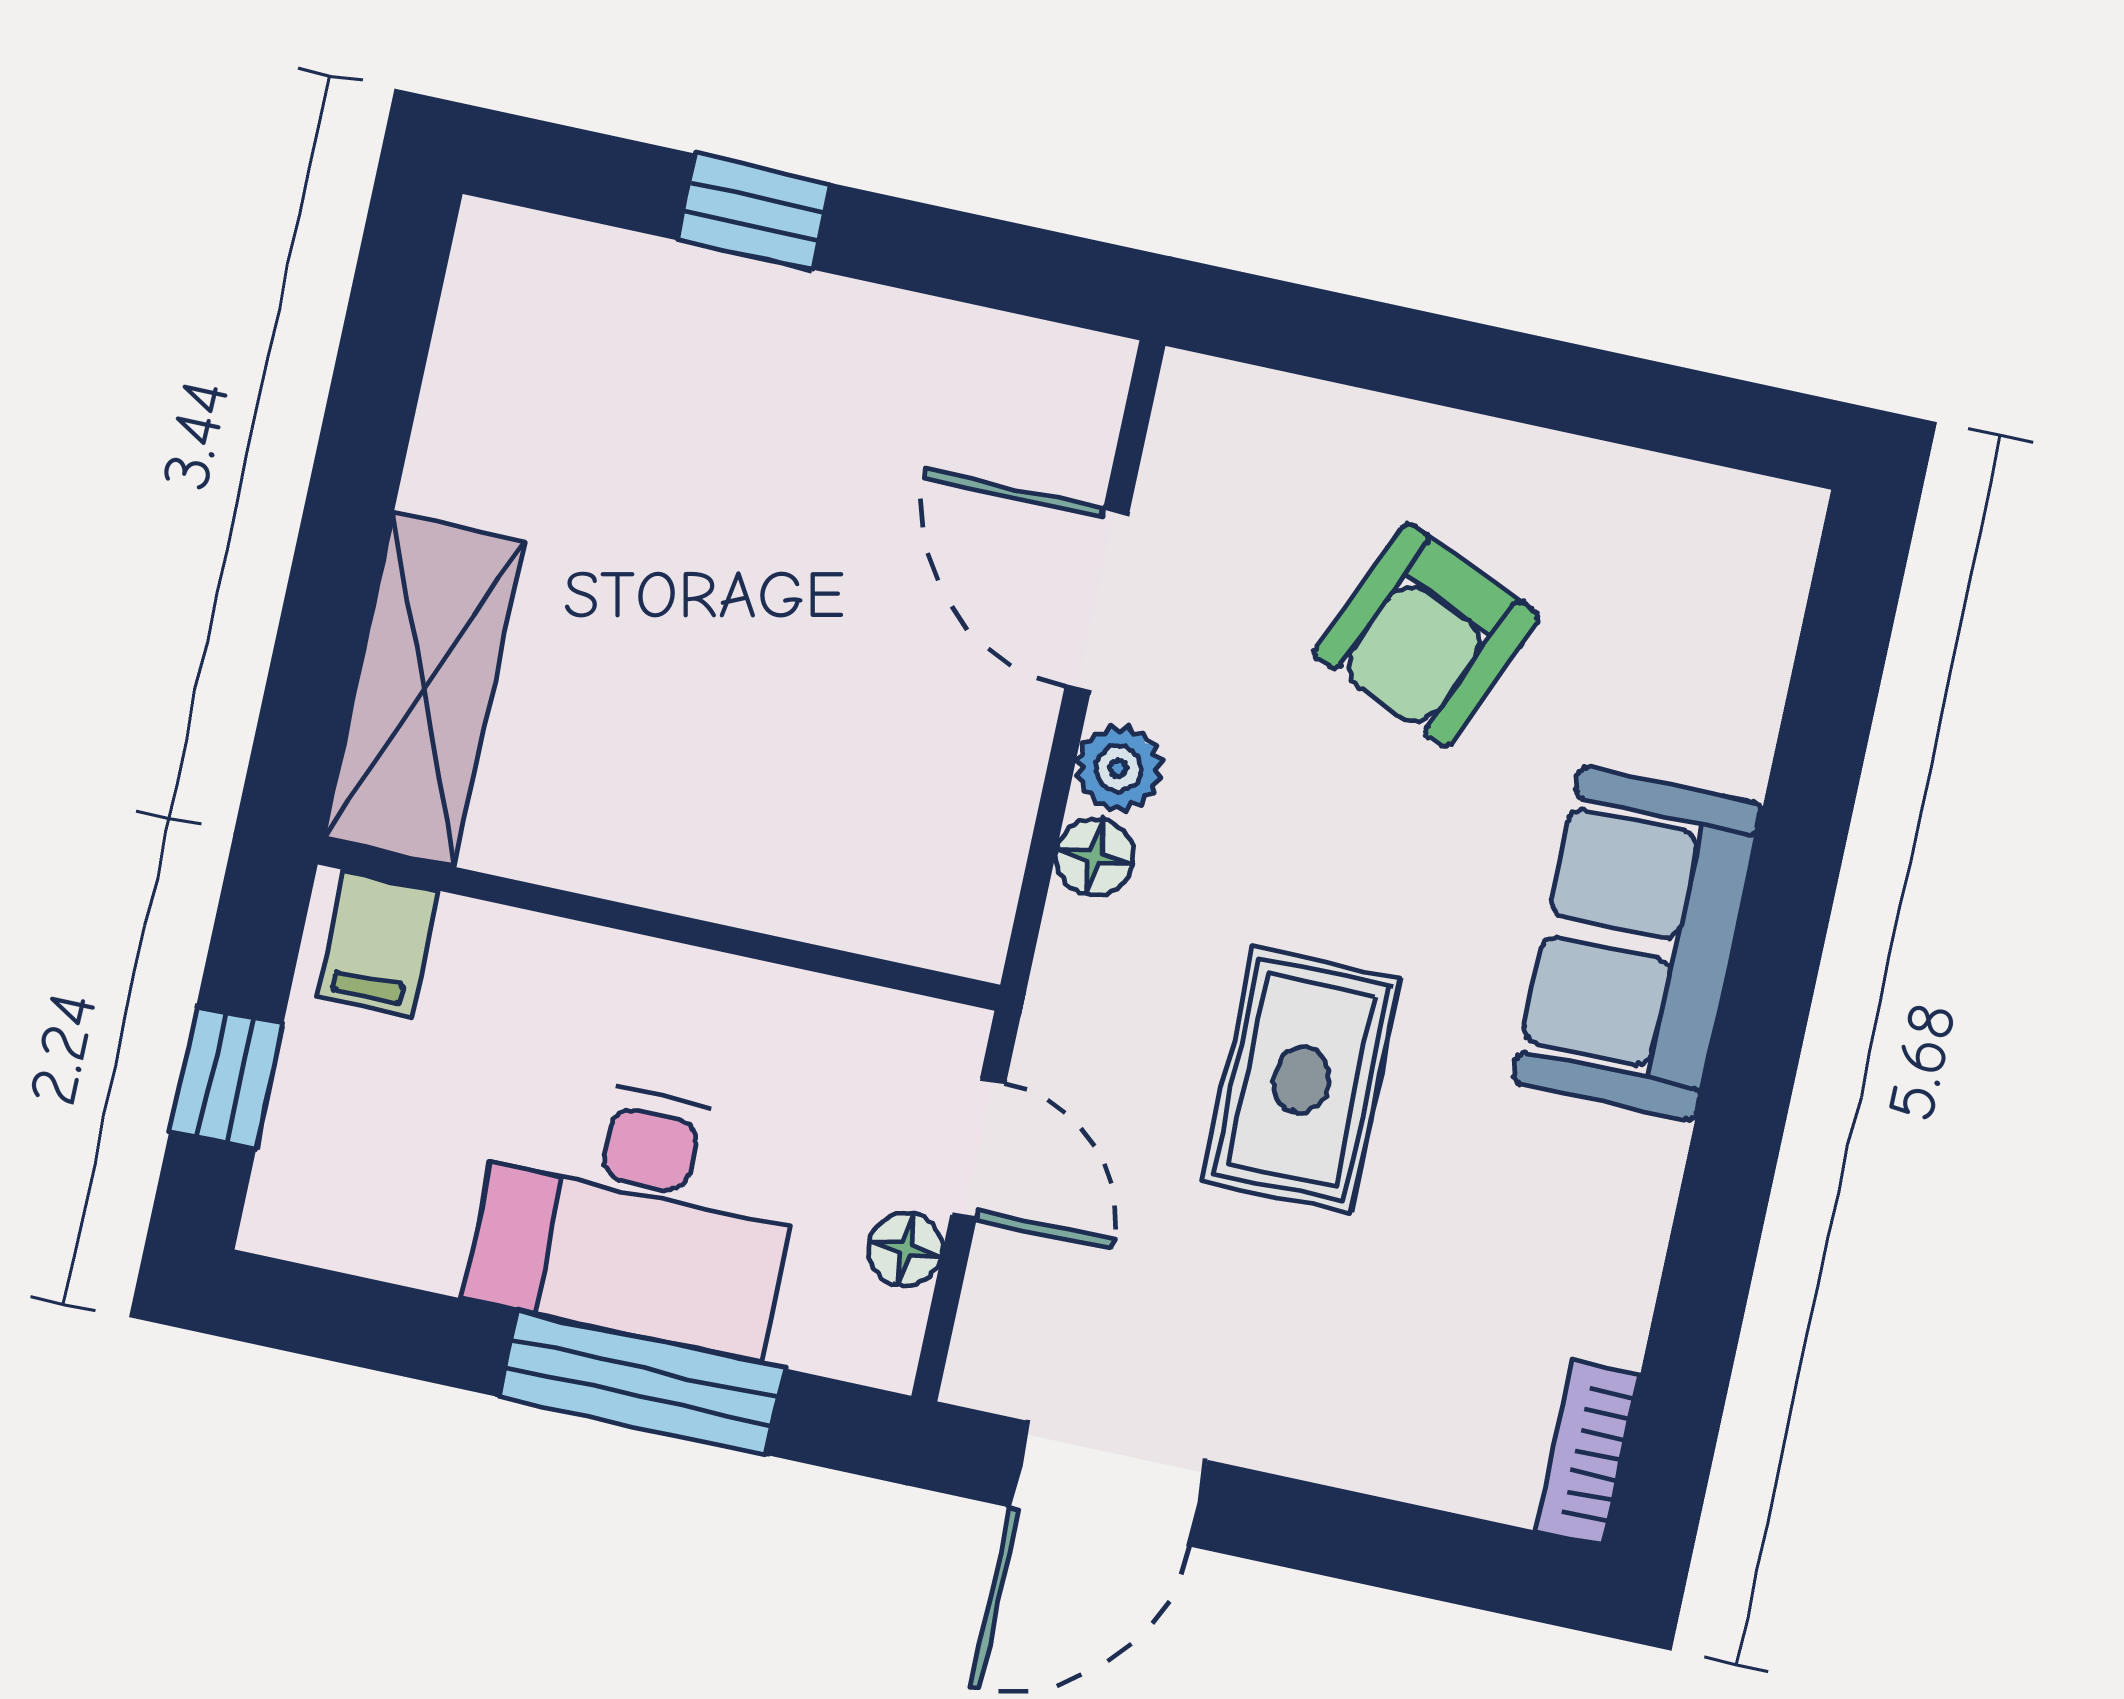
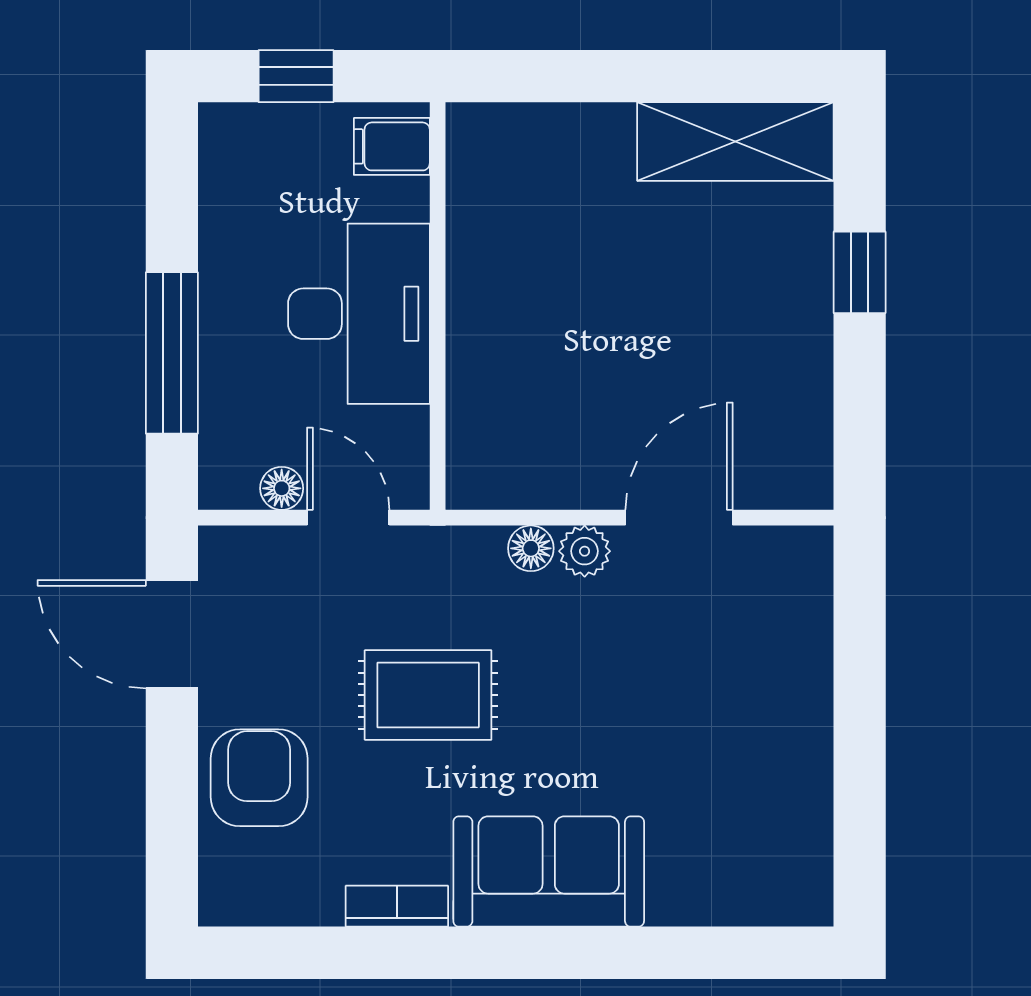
armchair: (1427, 635) -> (259, 778), moved, turned 67
shelving: (424, 689) -> (735, 142), moved
door: (978, 1149) -> (348, 518), swing flipped
desk: (637, 1213) -> (359, 314), moved, turned 180
bookcase: (1588, 1453) -> (397, 906), moved

